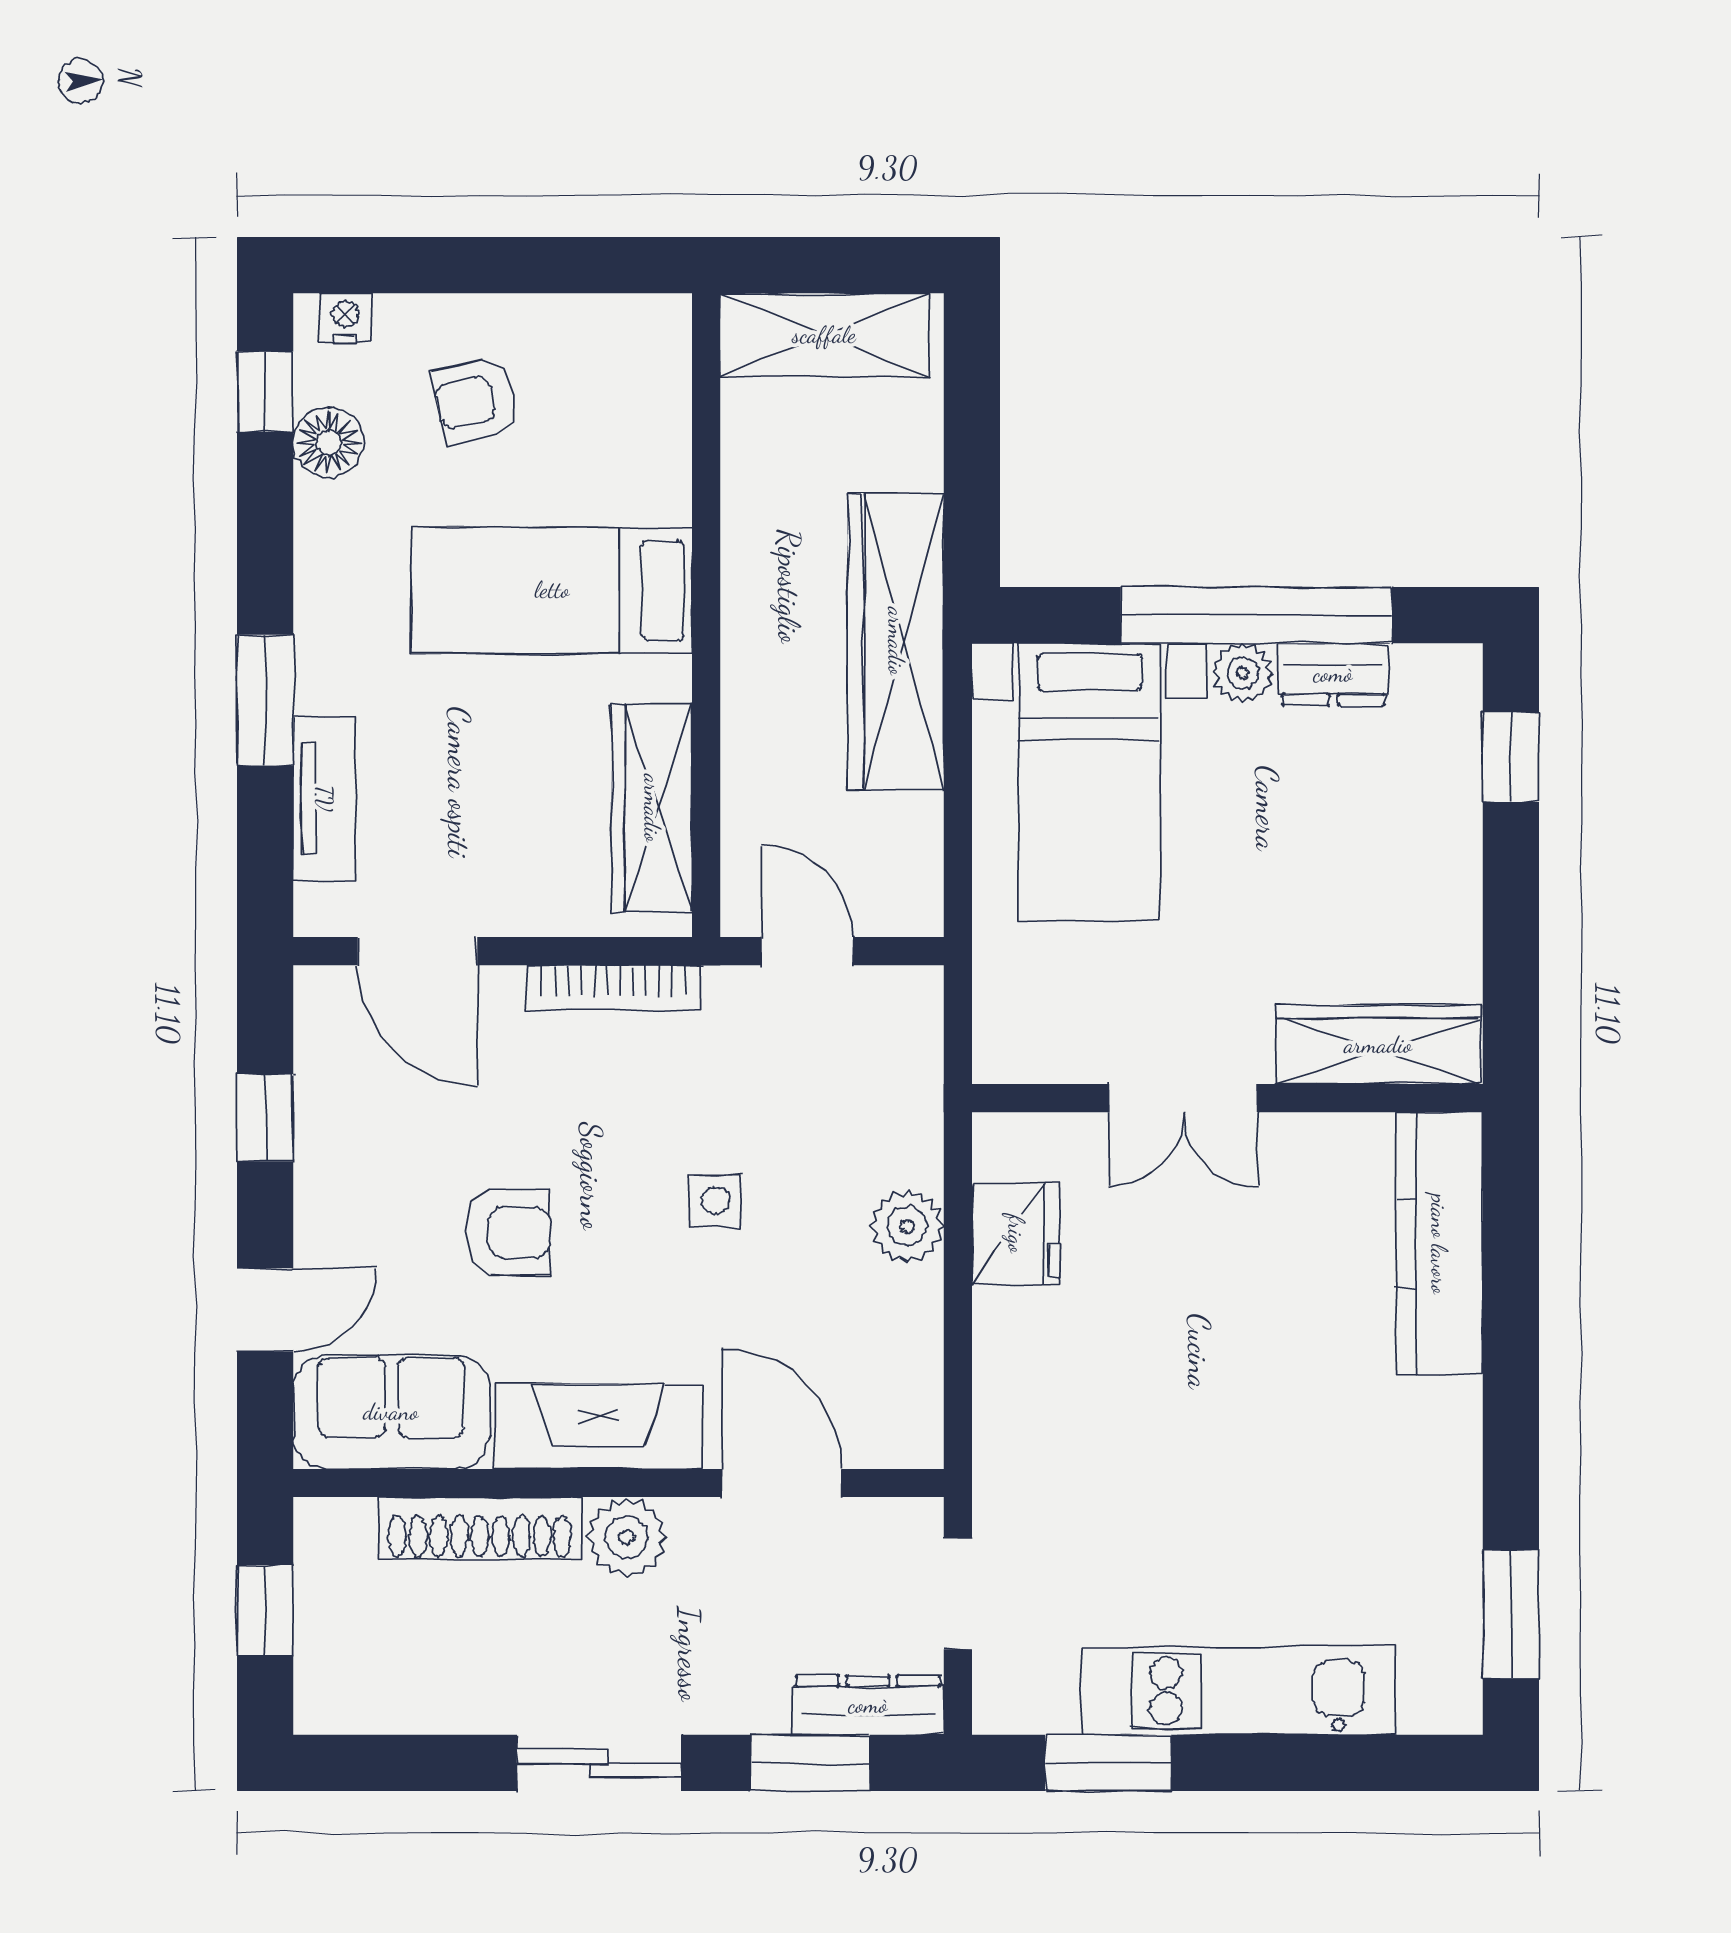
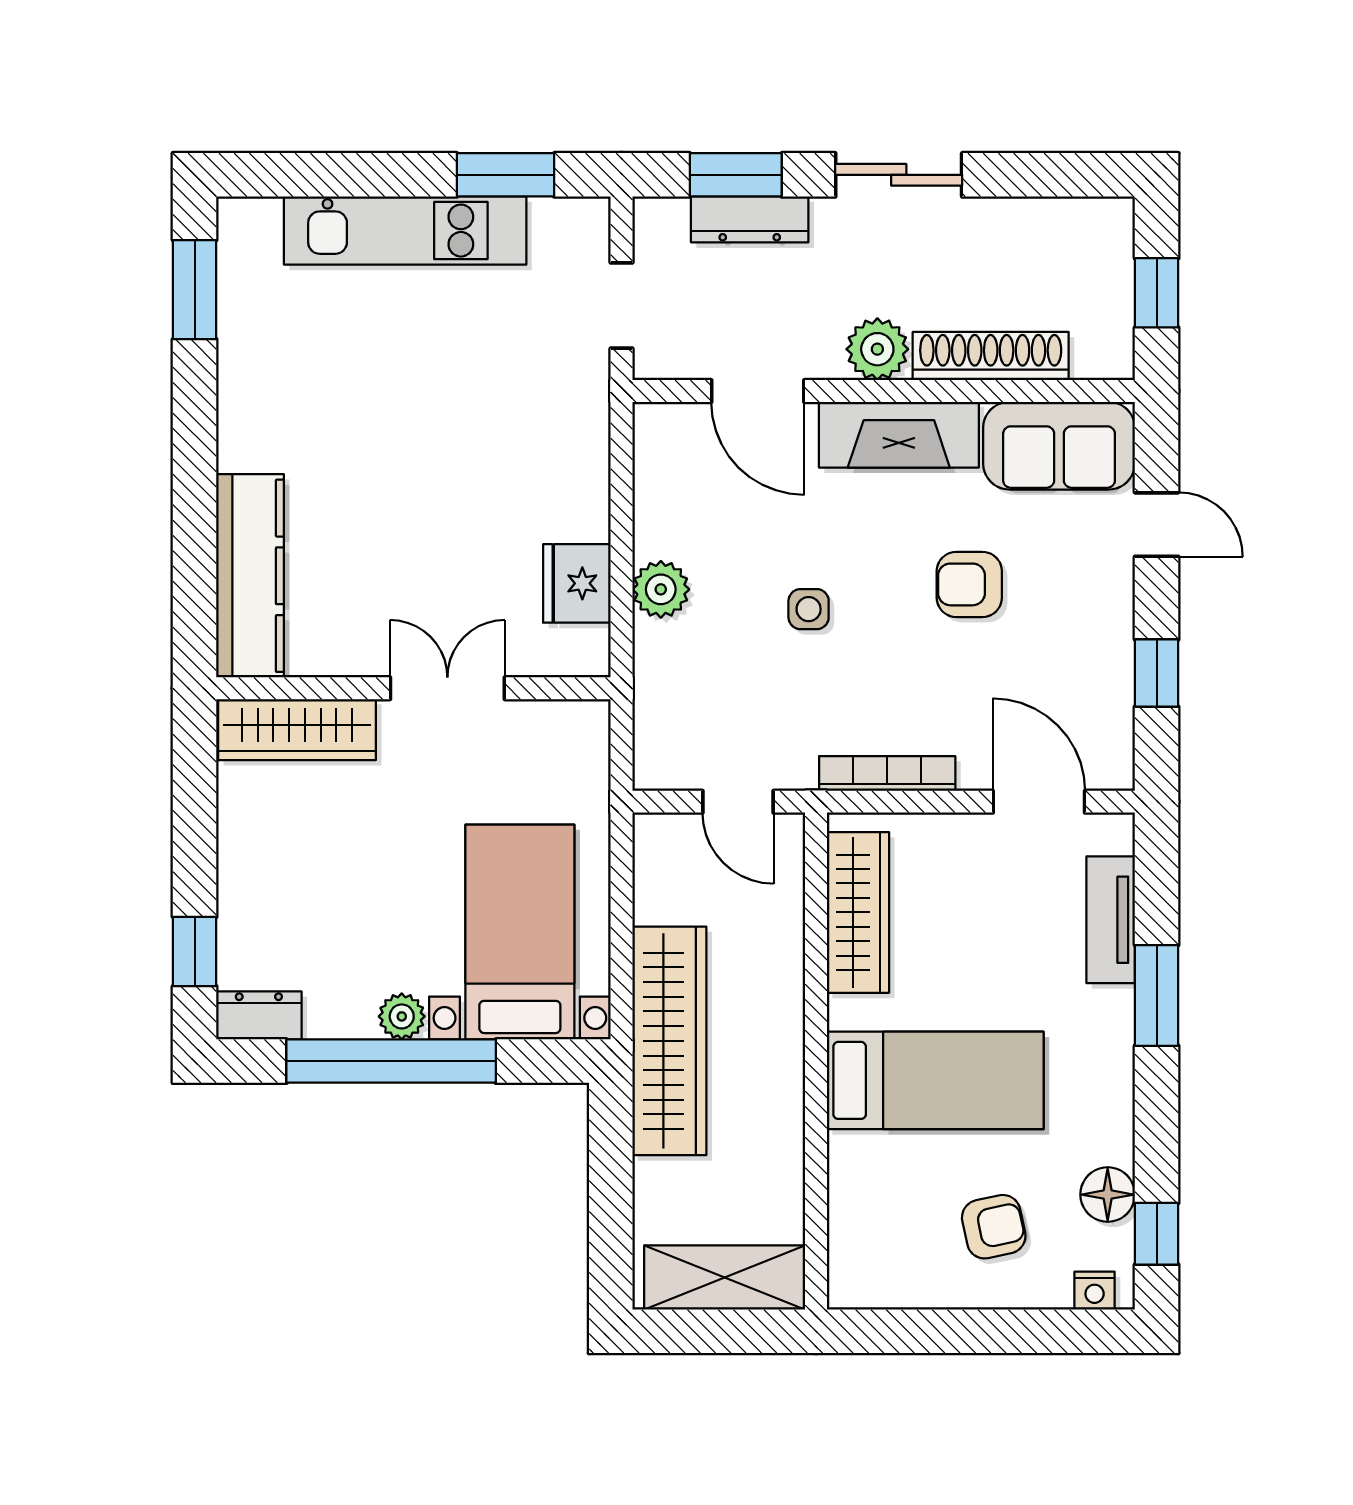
dresser: (1333, 674) -> (259, 1015), moved
door: (265, 1310) -> (1157, 525), swing flipped
dresser: (868, 1705) -> (750, 219), moved

